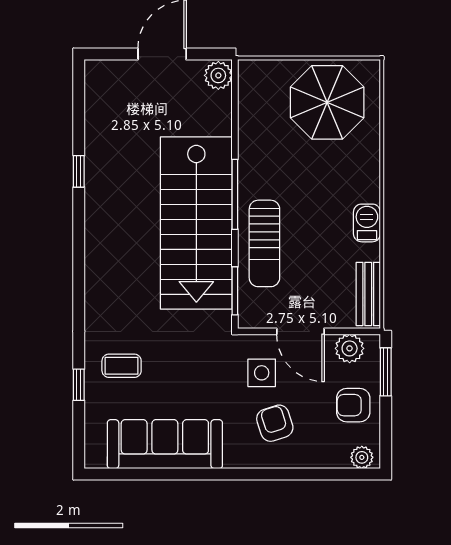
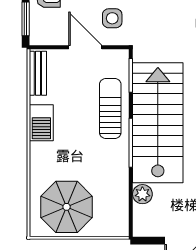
plant: (218, 75) -> (142, 194), moved
barbecue: (367, 223) -> (41, 123), width x1.38, depth x1.27
plant: (350, 348) -> (51, 35), removed

